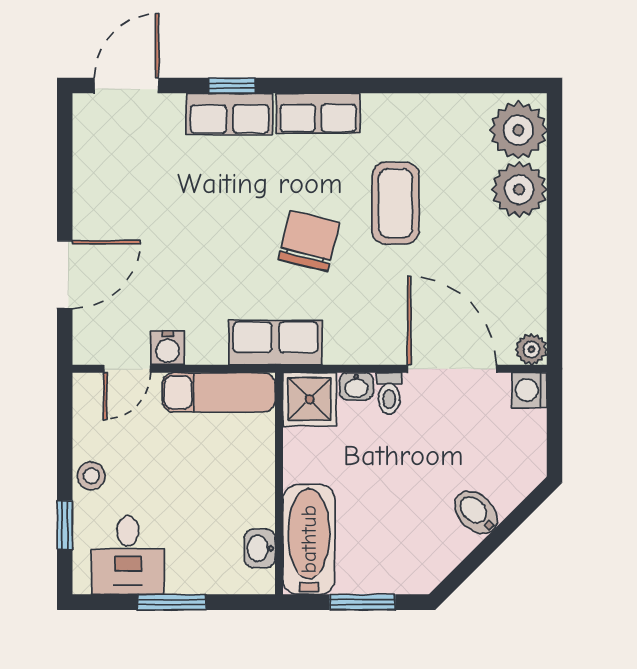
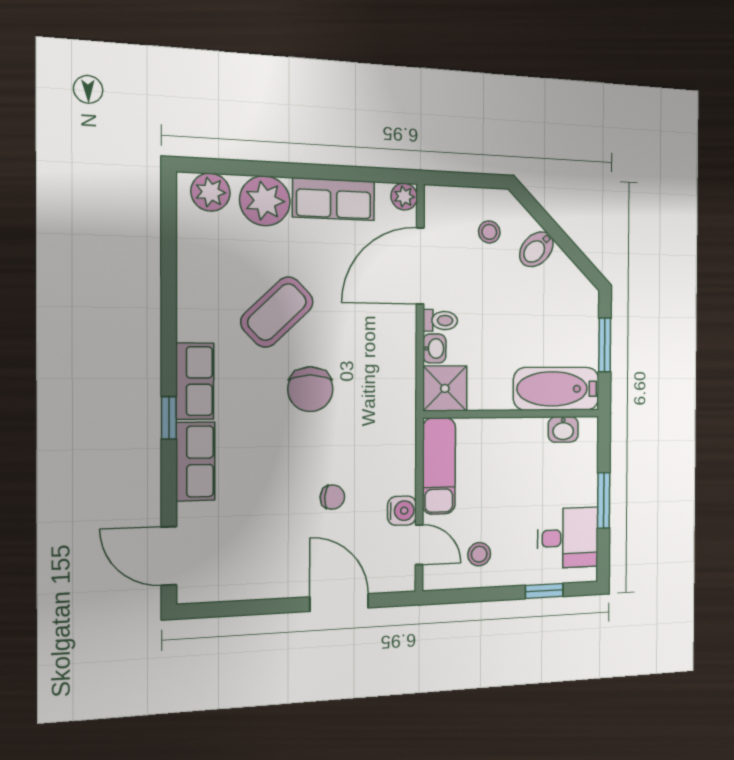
window: (232, 86) -> (169, 418), moved
plant: (518, 130) -> (210, 192), width x0.73, depth x0.73
coffee table: (396, 203) -> (277, 312), turned -44
chair: (309, 241) -> (310, 389), turned -104
chair: (186, 266) -> (332, 497), added
row of seats: (275, 343) -> (334, 199), moved, turned -90
washing machine: (529, 390) -> (438, 200), removed
stool: (495, 453) -> (489, 232), added
stool: (91, 476) -> (479, 554), moved

